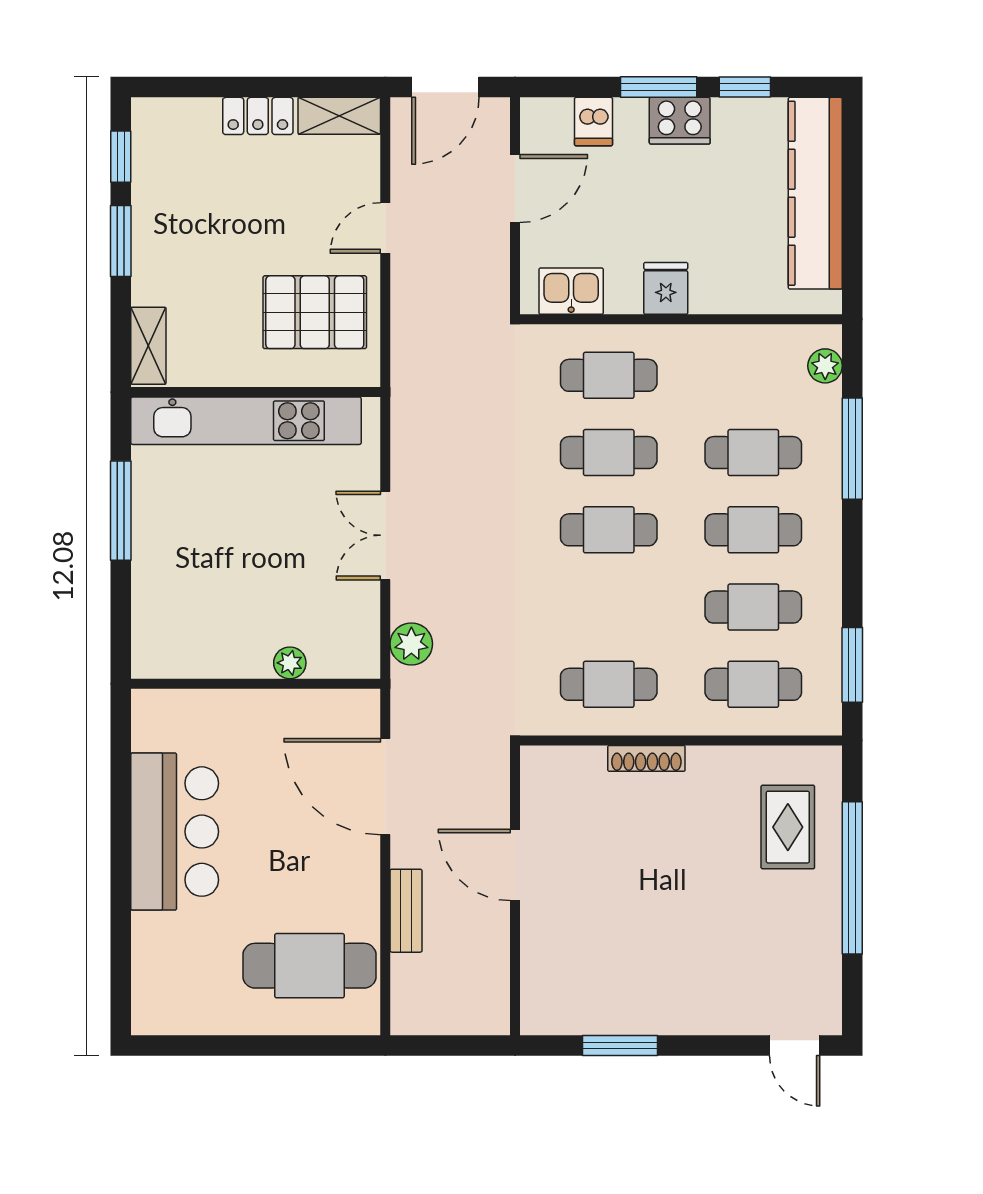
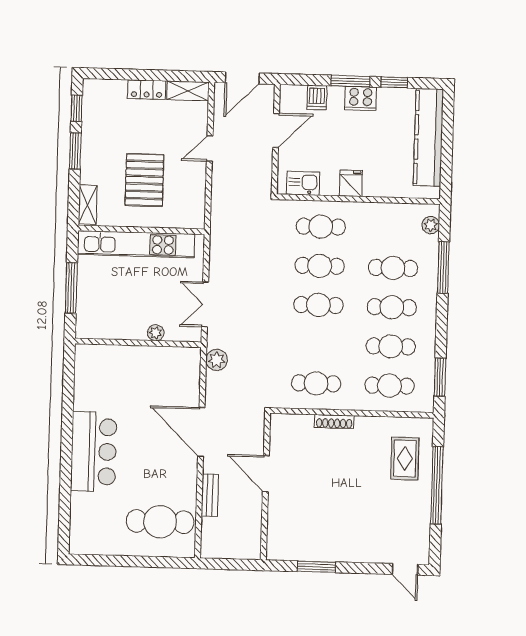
pallet: (315, 312) -> (144, 180), moved, turned 90
plant: (290, 663) -> (156, 333), moved
wall: (256, 684) -> (138, 343), moved

